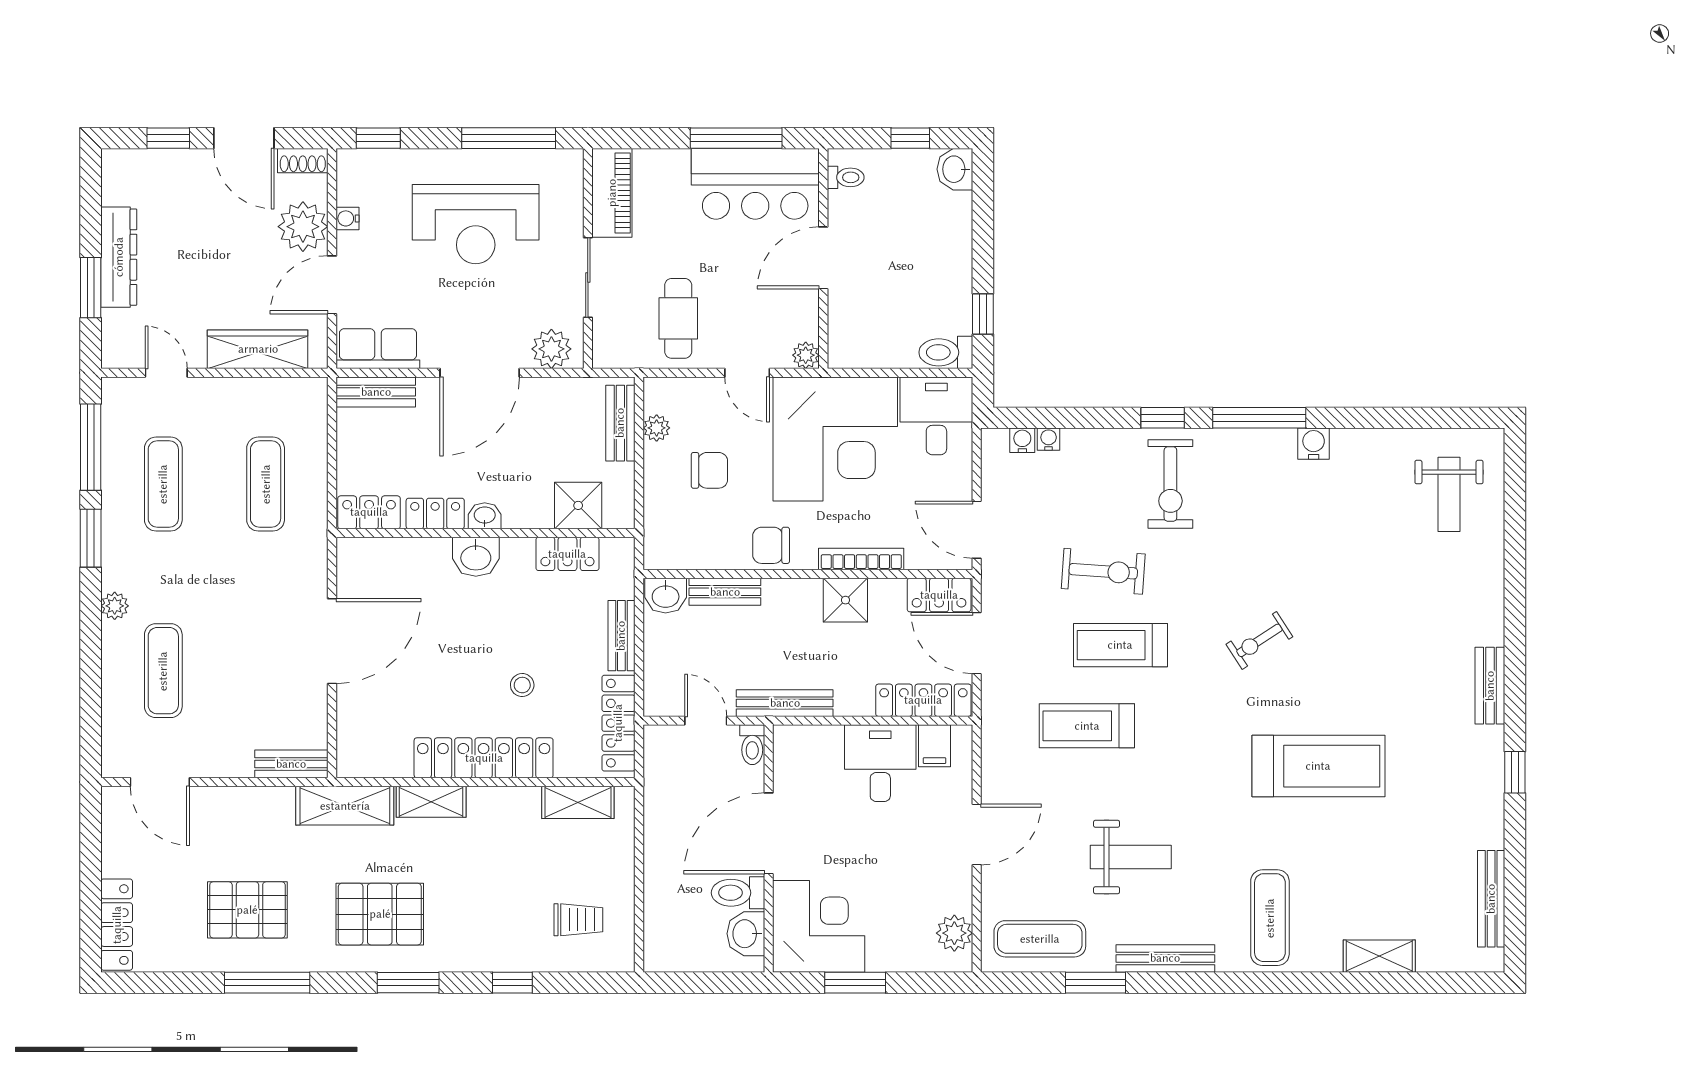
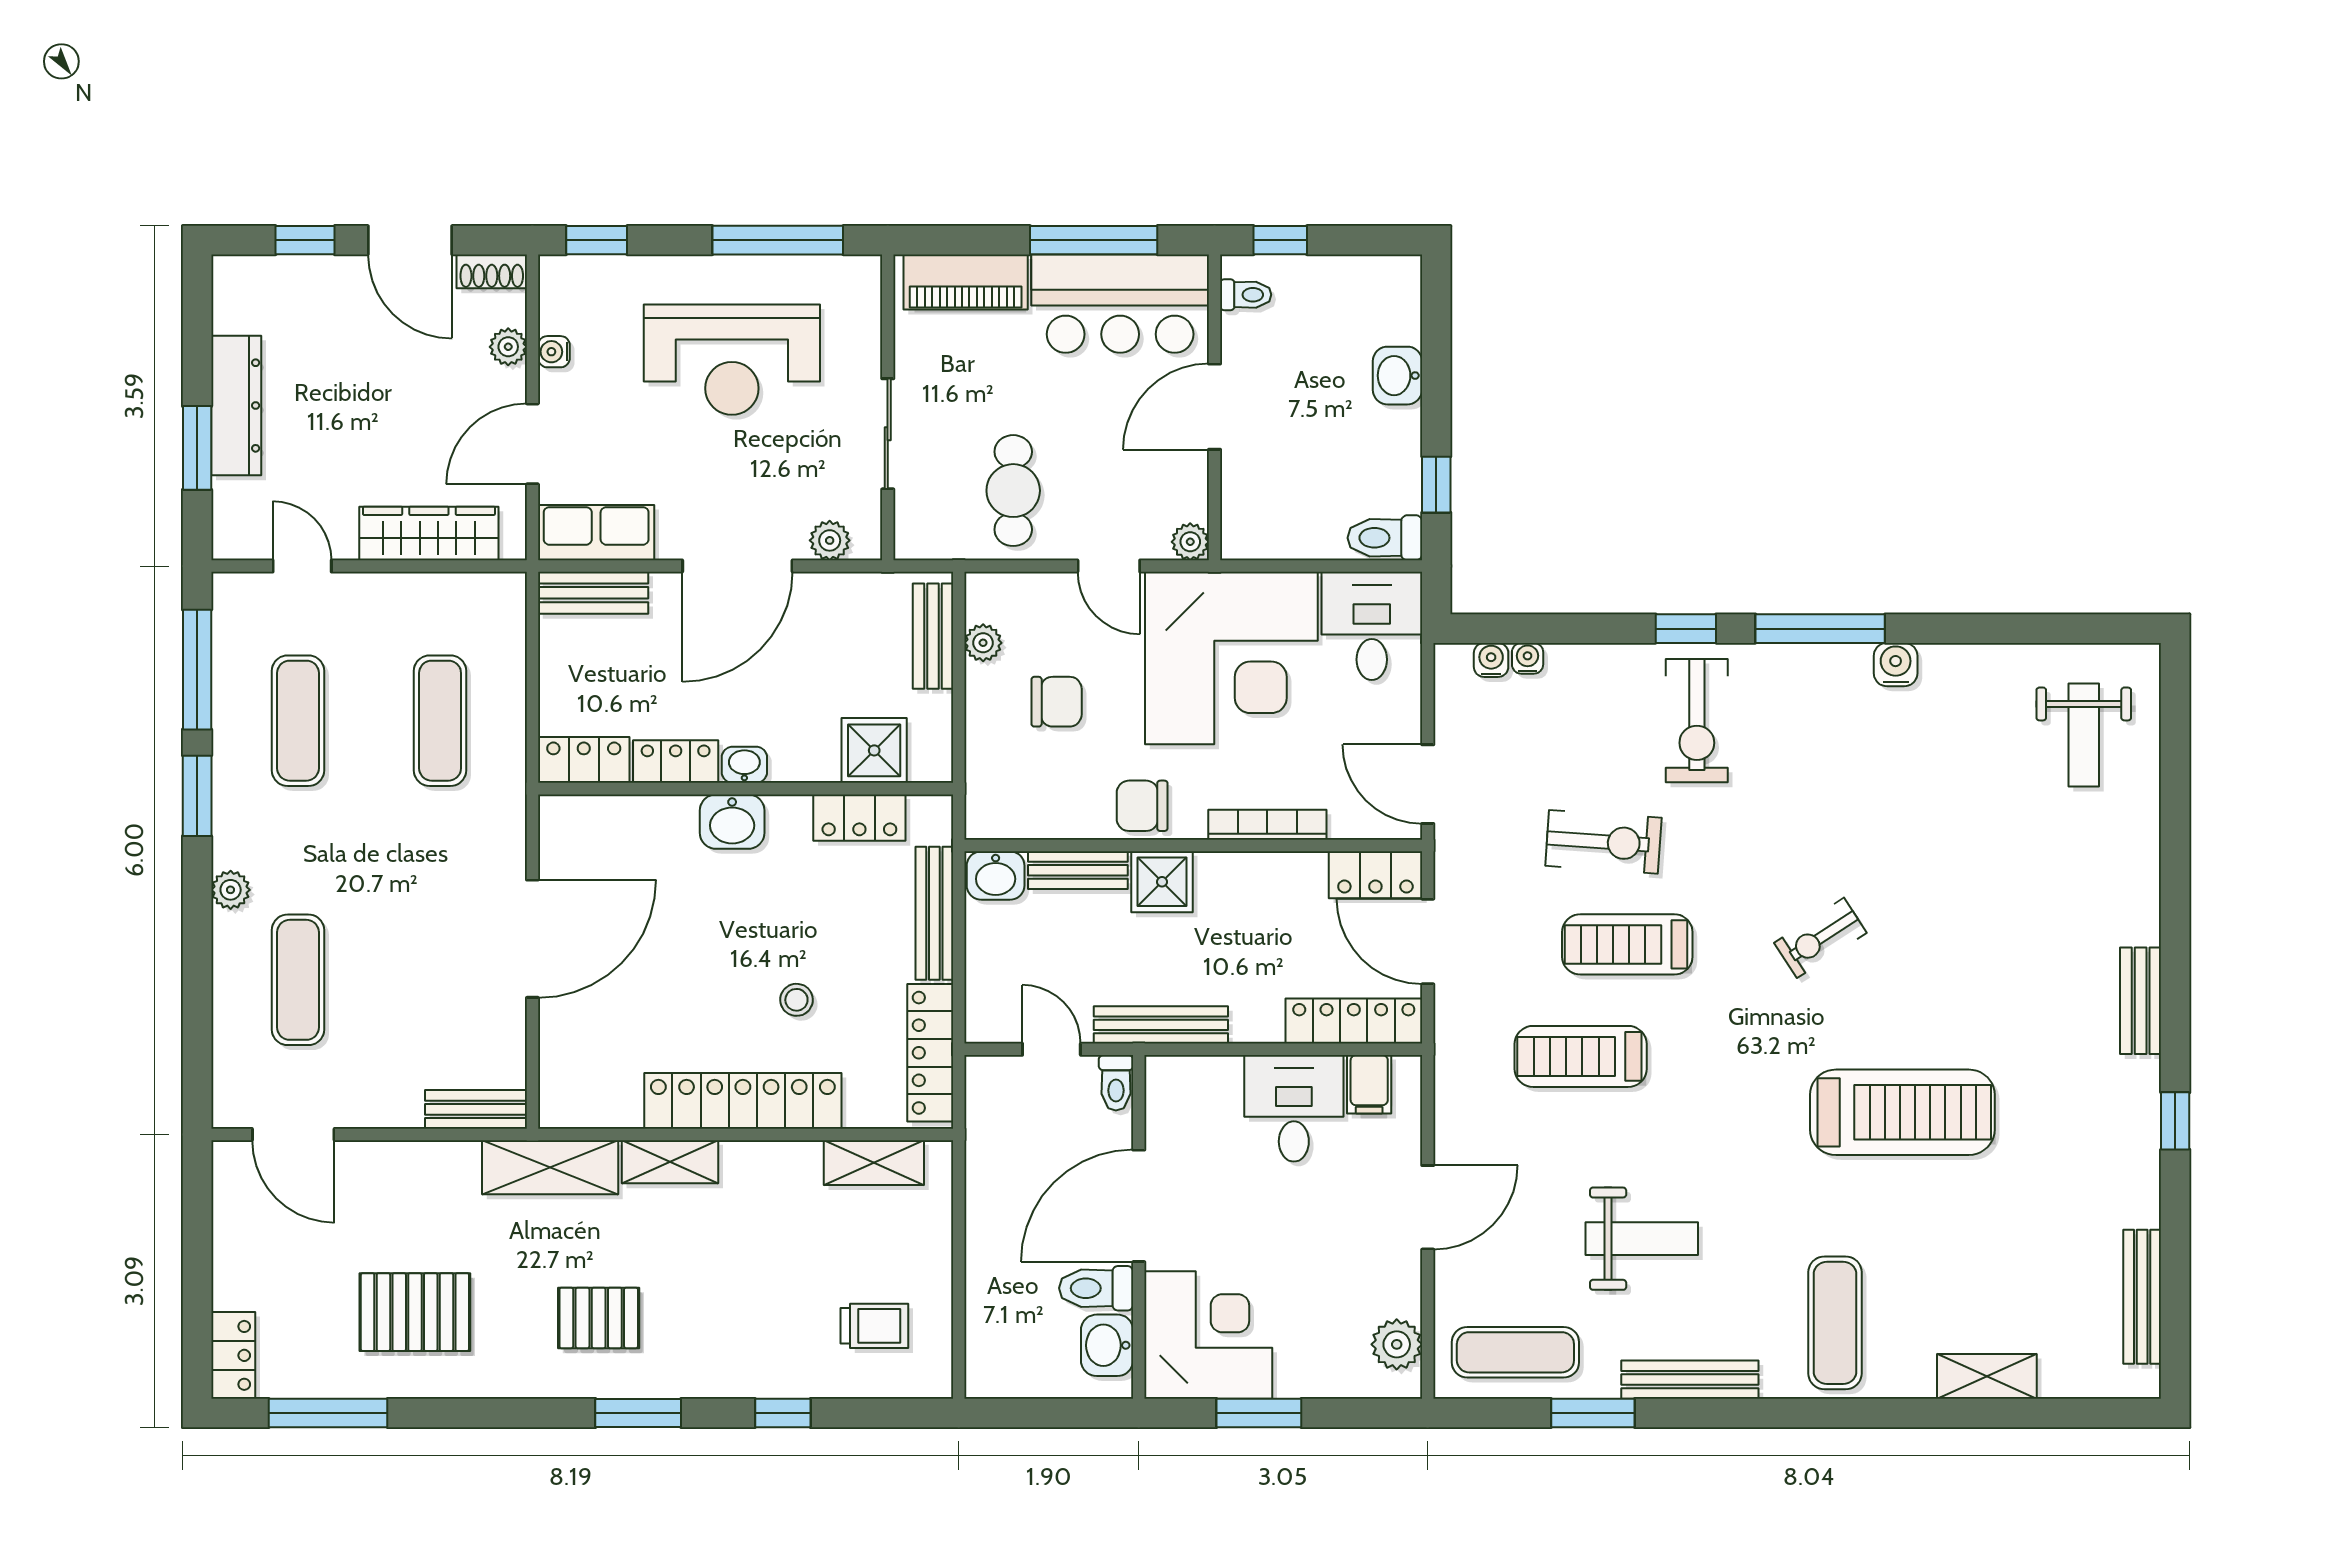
window: (910, 138) -> (1280, 240), moved
washbasin: (955, 169) -> (1397, 376), moved
piano: (612, 193) -> (966, 282), moved, turned 90
plant: (303, 227) -> (508, 347), width x0.53, depth x0.53
plant: (551, 349) -> (830, 540), width x0.73, depth x0.73
shower: (845, 600) -> (1162, 882), moved
bench: (621, 636) -> (934, 913), width x1.36
pallet: (380, 914) -> (599, 1318), width x0.67, depth x0.71
locker: (117, 925) -> (233, 1355), width x0.66
window: (267, 983) -> (328, 1413), moved

